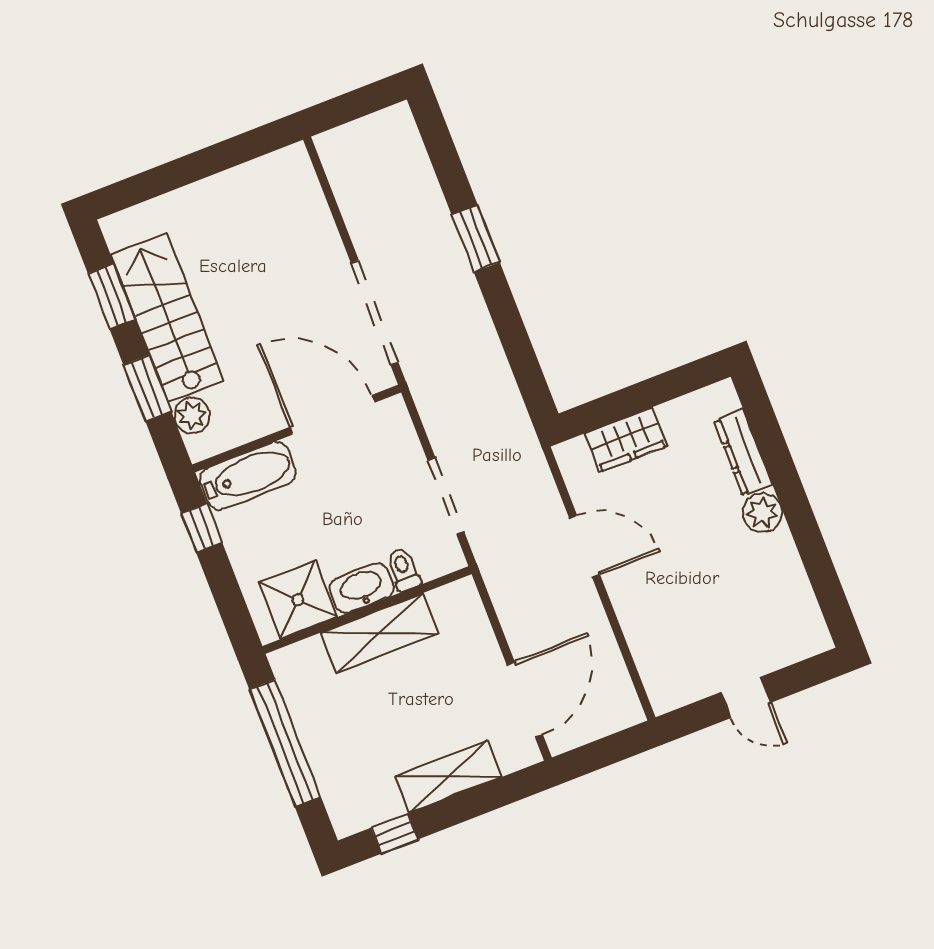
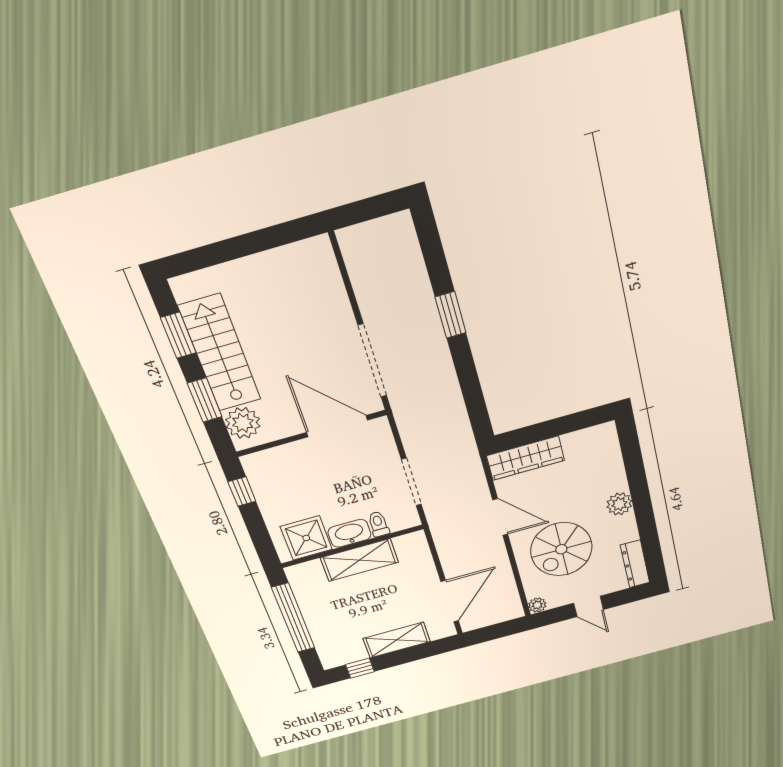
plant: (192, 415) -> (243, 423), width x1.36, depth x1.36
wardrobe: (626, 440) -> (526, 458), width x1.50
dresser: (743, 453) -> (635, 564), moved
bathtub: (248, 476) -> (275, 461), removed
spiral stairs: (686, 596) -> (561, 549), added
plant: (664, 699) -> (537, 605), added

